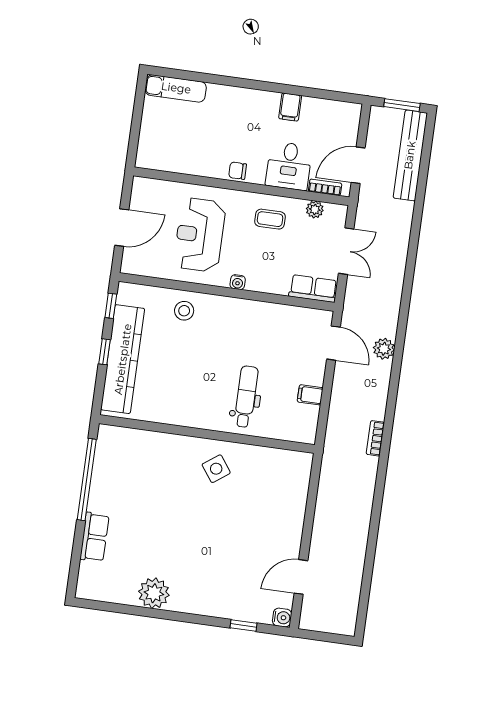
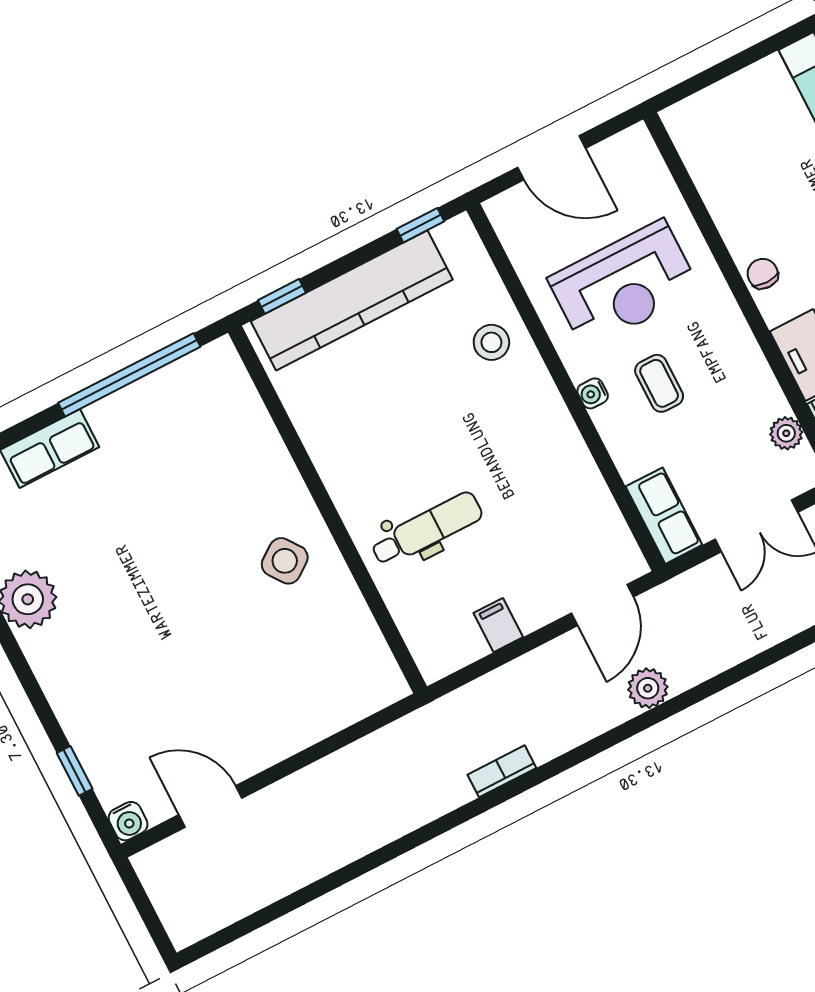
coffee table: (270, 219) -> (659, 383), moved
reception desk: (200, 235) -> (624, 285), turned 180
window: (104, 352) -> (282, 296), moved

